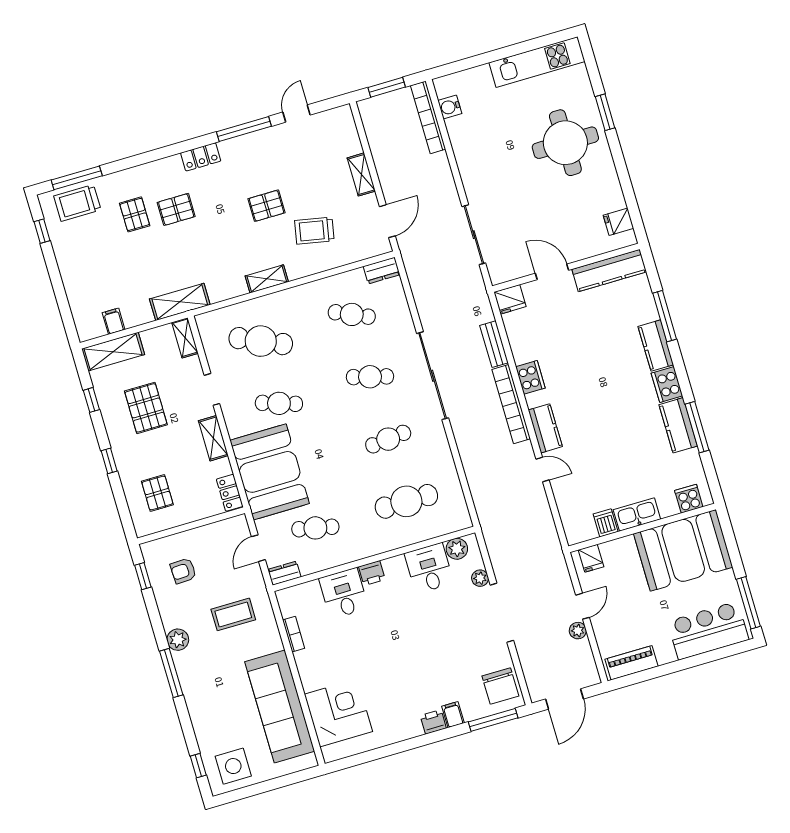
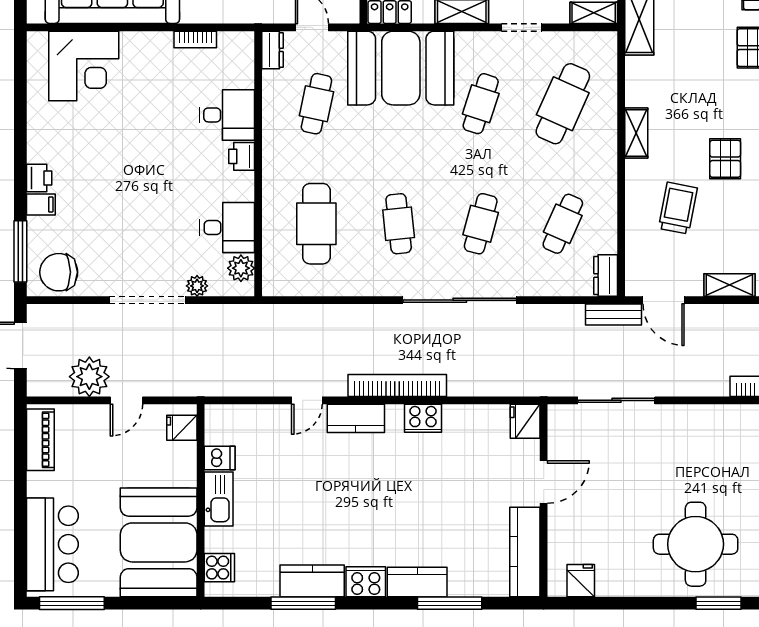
bench: (494, 344) -> (614, 315), moved
door: (582, 606) -> (126, 400), hinge flipped
plant: (578, 631) -> (89, 377), width x1.87, depth x1.87

